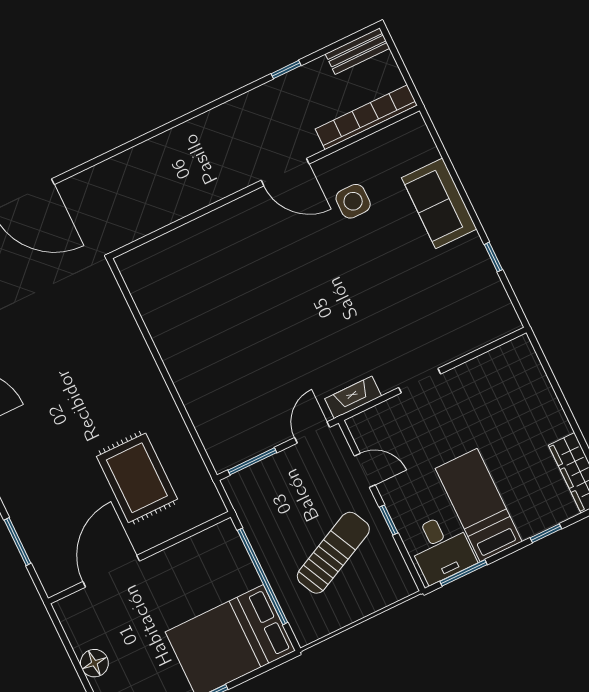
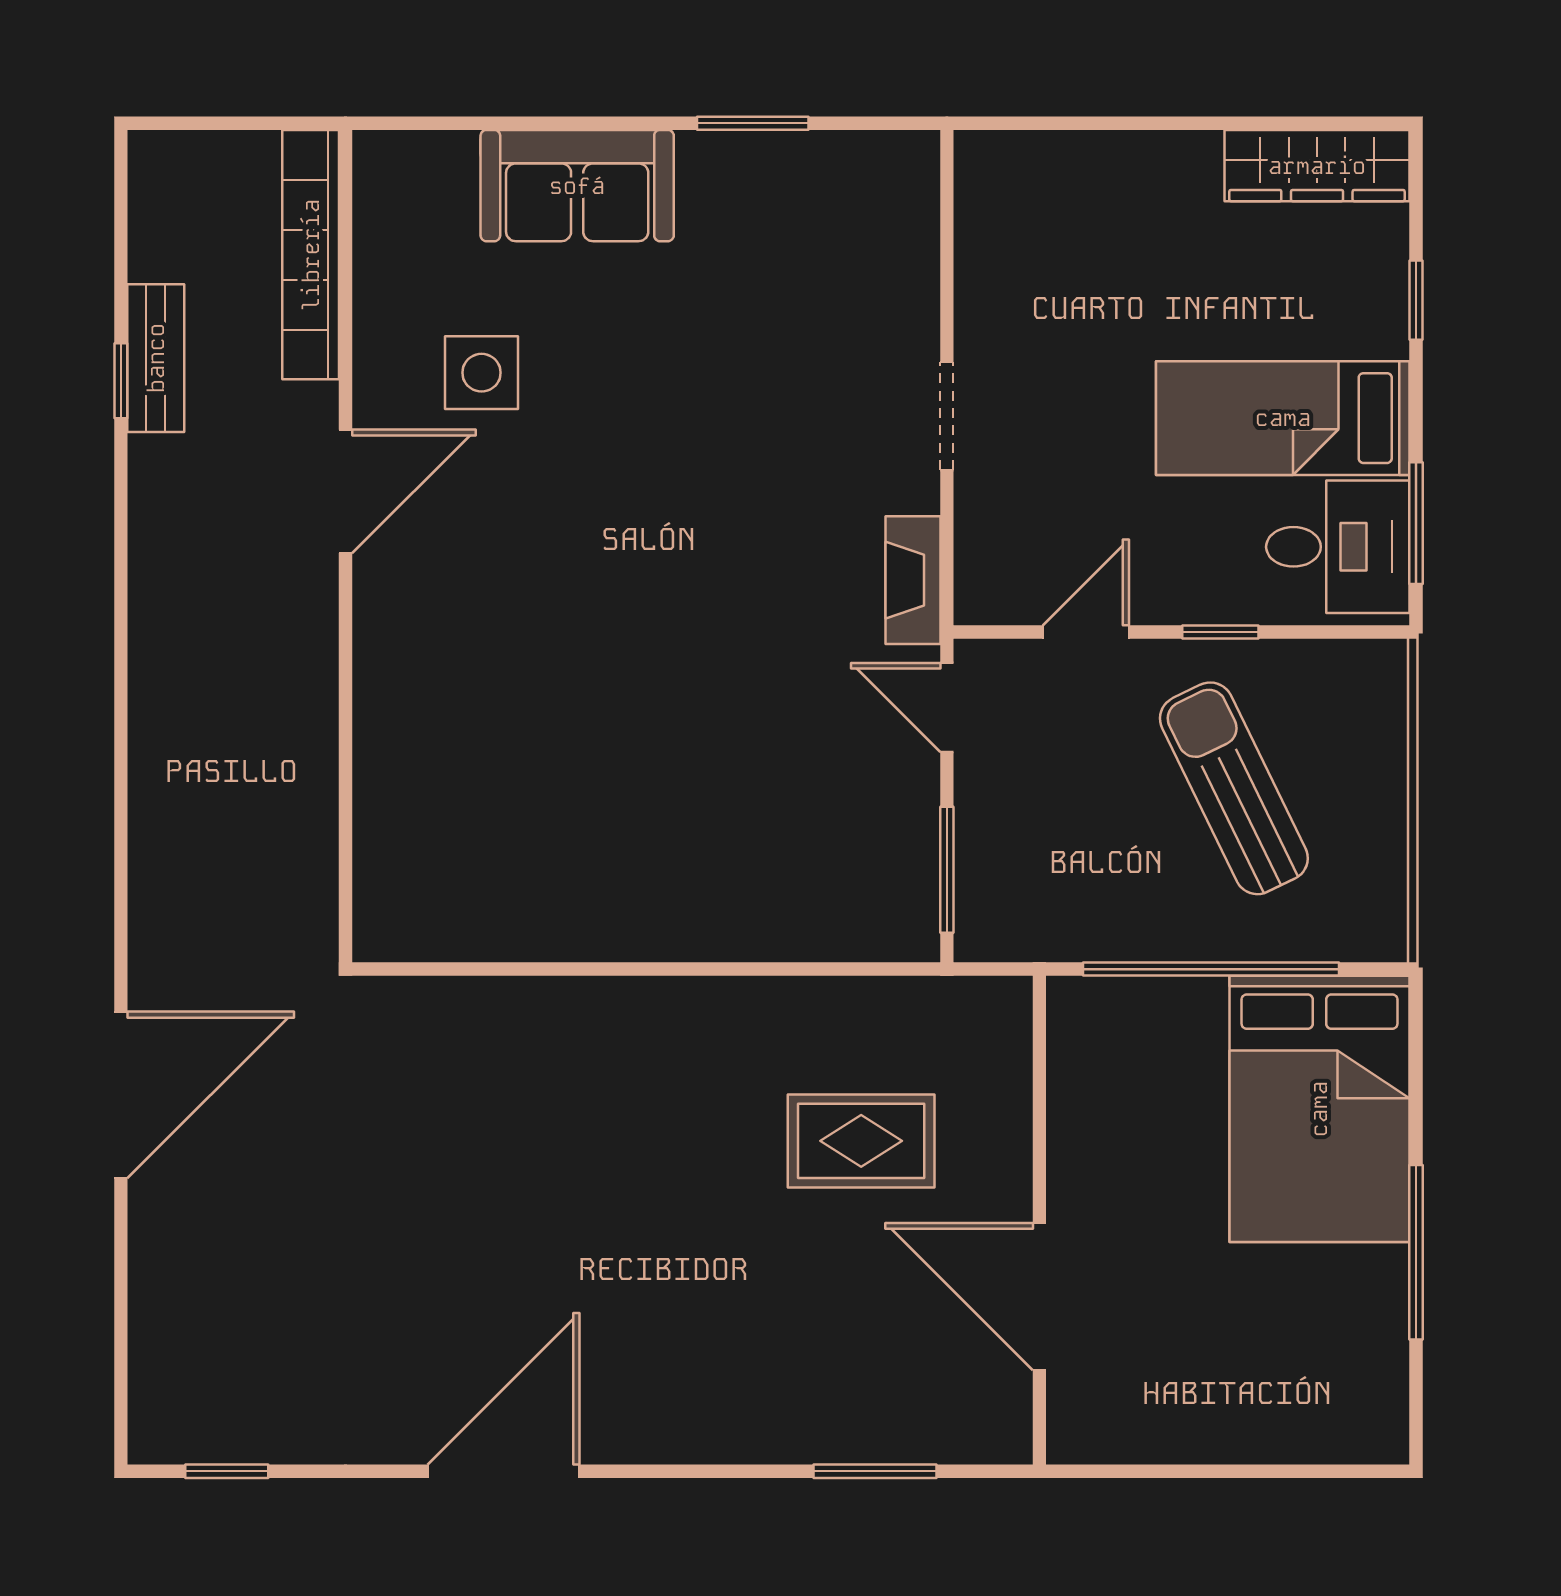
bench: (358, 51) -> (156, 358), moved
window: (493, 257) -> (753, 123), width x1.50
rug: (137, 478) -> (861, 1141), width x0.73, depth x0.70
floor lamp: (94, 663) -> (1224, 1431), removed

